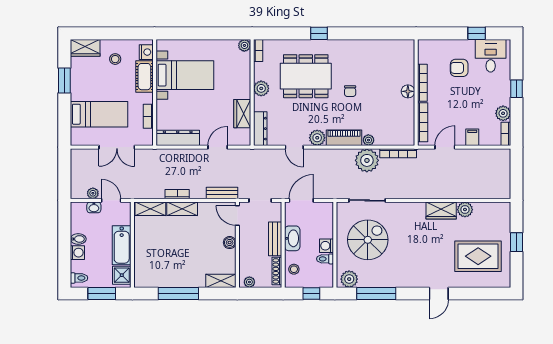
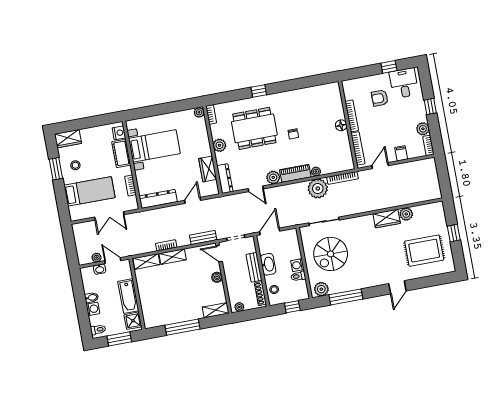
stool: (115, 59) -> (75, 165), moved
spiral stairs: (368, 240) -> (331, 254), turned 180

